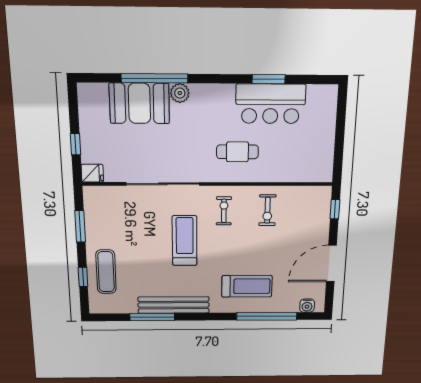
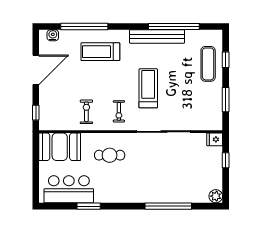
plant: (180, 93) -> (216, 196), moved
booth: (139, 103) -> (60, 147), moved
bar counter: (271, 104) -> (69, 189), moved
treadmill: (185, 241) -> (148, 88), turned 180
window: (152, 317) -> (174, 26), width x1.46

